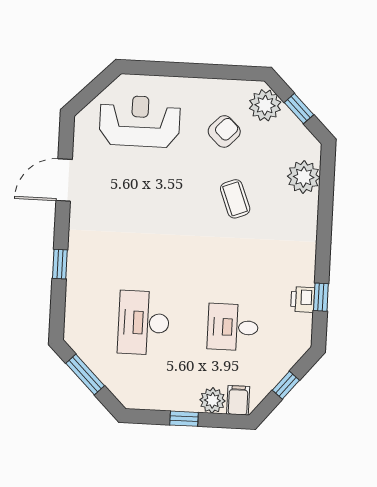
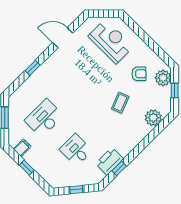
printer: (303, 299) -> (110, 161), width x1.87, depth x1.48
plant: (212, 400) -> (44, 170), removed
filing cabinet: (238, 400) -> (22, 148), moved

